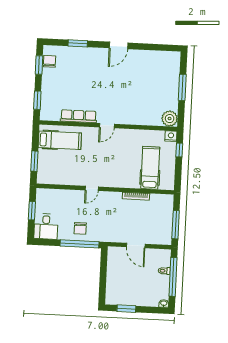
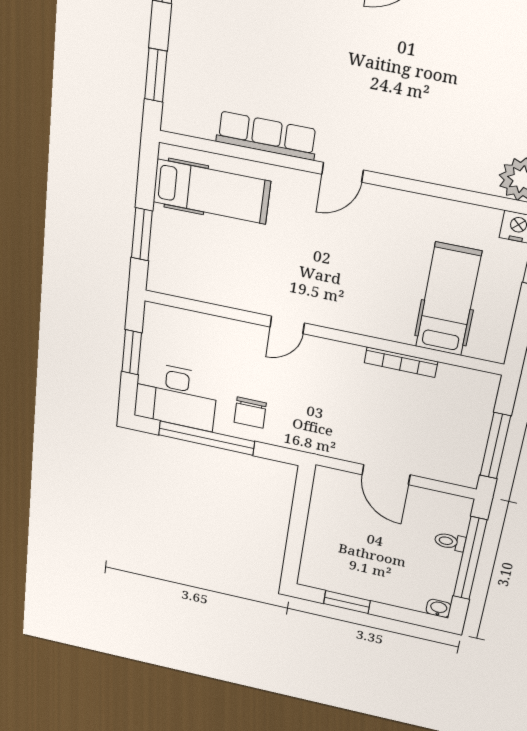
desk: (46, 226) -> (176, 396), width x1.37
window: (80, 244) -> (207, 438), moved

